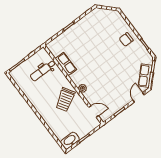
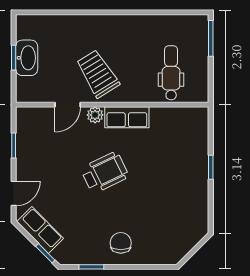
row of seats: (66, 64) -> (127, 117), moved
wheelchair: (103, 67) -> (105, 173), added
door: (138, 97) -> (14, 193), hinge flipped
door: (94, 112) -> (68, 105), moved
washbasin: (70, 141) -> (27, 58), moved

